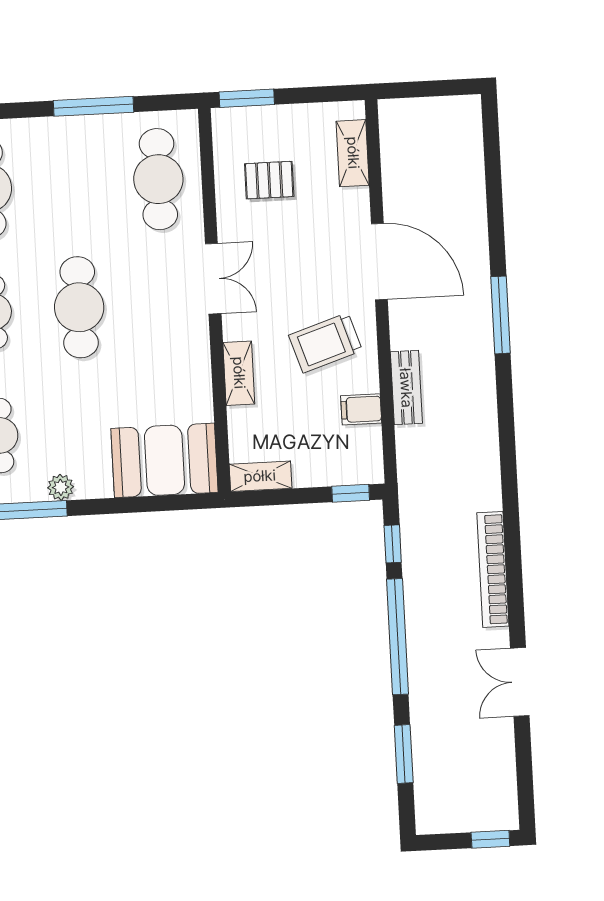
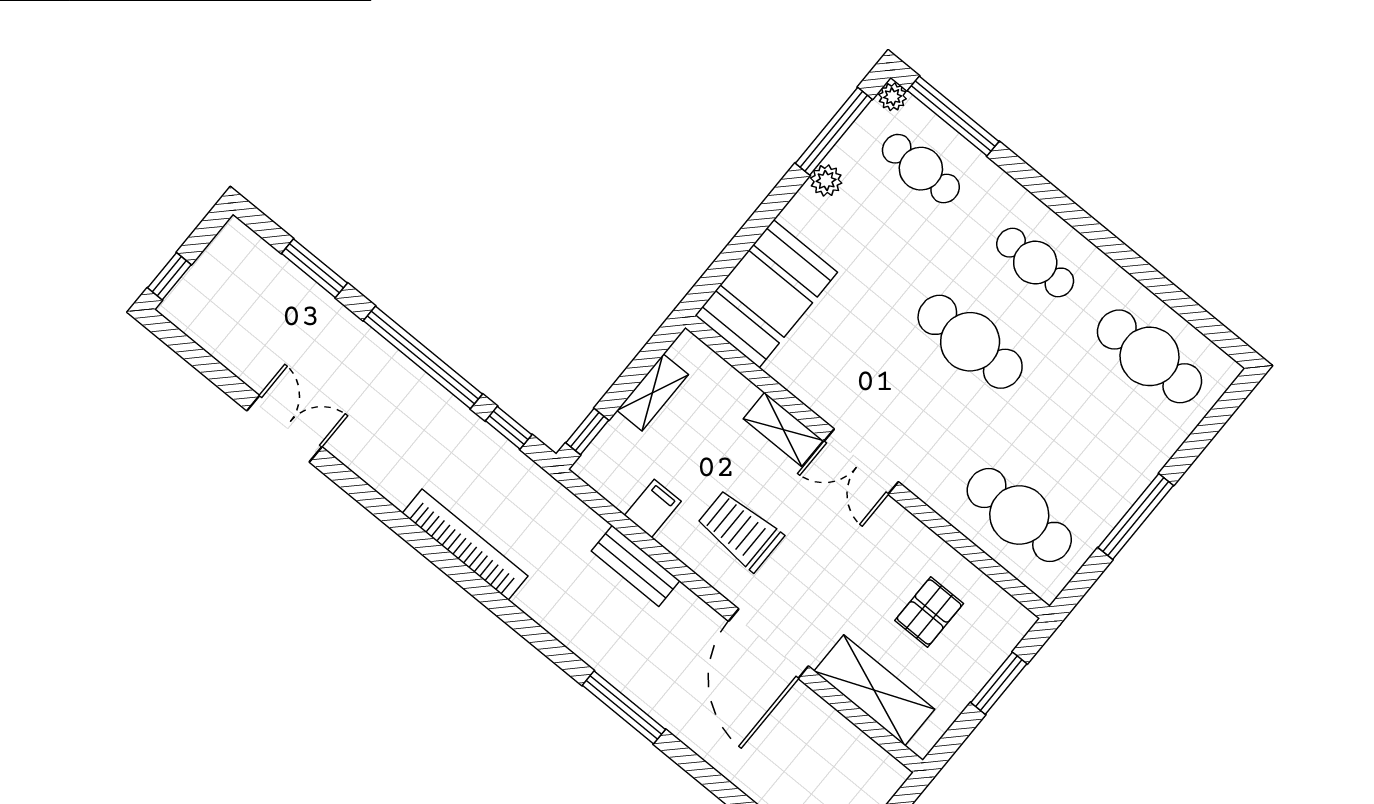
window: (247, 98) -> (999, 683), moved
shelving: (353, 153) -> (874, 690), width x1.50, depth x1.33
door: (379, 262) -> (768, 644), hinge flipped
double door: (213, 279) -> (861, 462), moved
trolley: (326, 343) -> (740, 531), turned -72
shelving: (260, 476) -> (653, 392), moved
bookcase: (493, 569) -> (465, 545), moved

